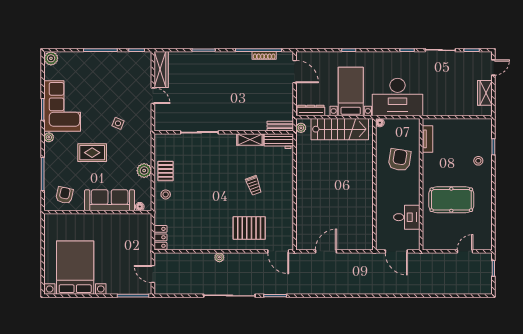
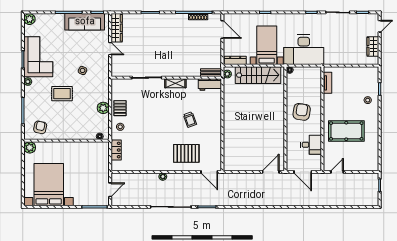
shelving: (250, 140) -> (175, 83), moved
armchair: (400, 160) -> (302, 112), moved
sofa: (110, 200) -> (85, 22), moved, turned 180
plant: (51, 221) -> (30, 147), added
locker: (161, 237) -> (116, 150), moved
door: (326, 251) -> (271, 172), moved
door: (465, 251) -> (337, 172), moved
door: (153, 274) -> (110, 190), swing flipped

